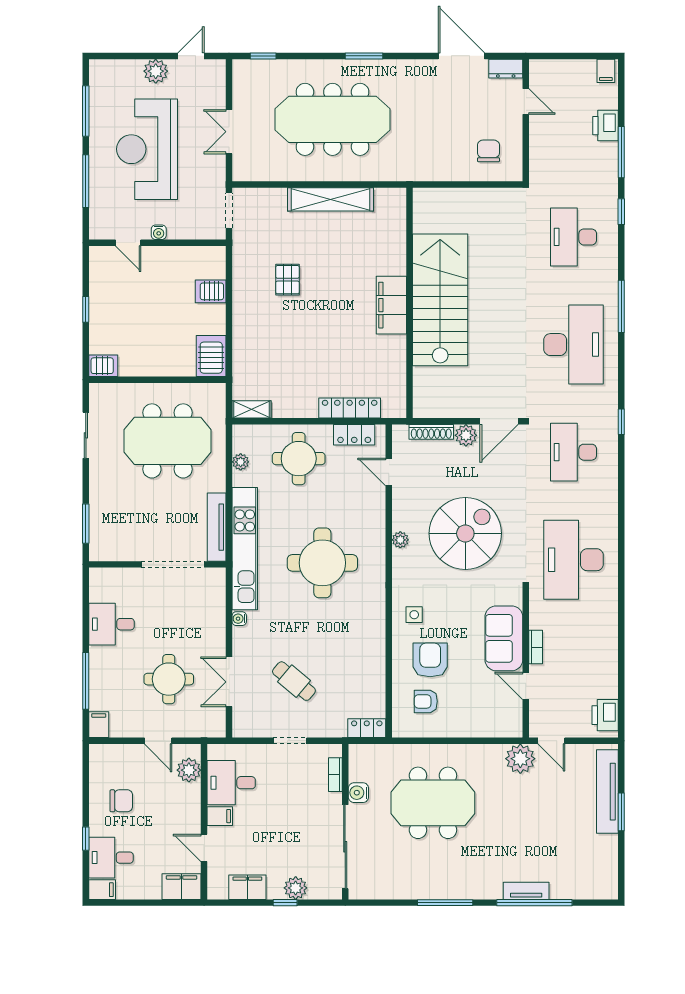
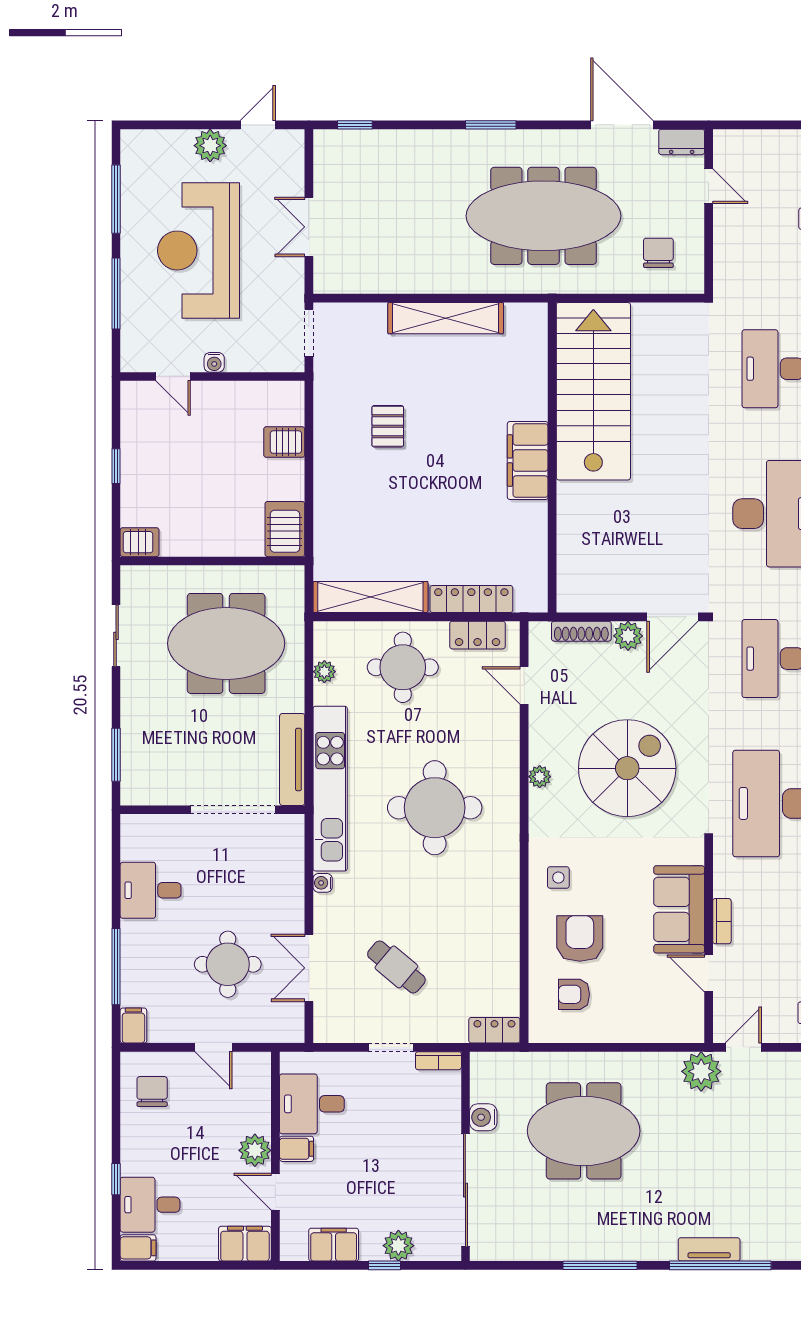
meeting table: (332, 119) -> (544, 216), moved
stairs: (440, 300) -> (593, 391), moved
shelving: (251, 409) -> (370, 597), width x2.20, depth x1.33
door: (551, 741) -> (743, 1047), swing flipped
plant: (189, 770) -> (255, 1150), moved
bookcase: (335, 775) -> (438, 1061), moved, turned -90
chair: (121, 801) -> (152, 1091), moved, turned -90

